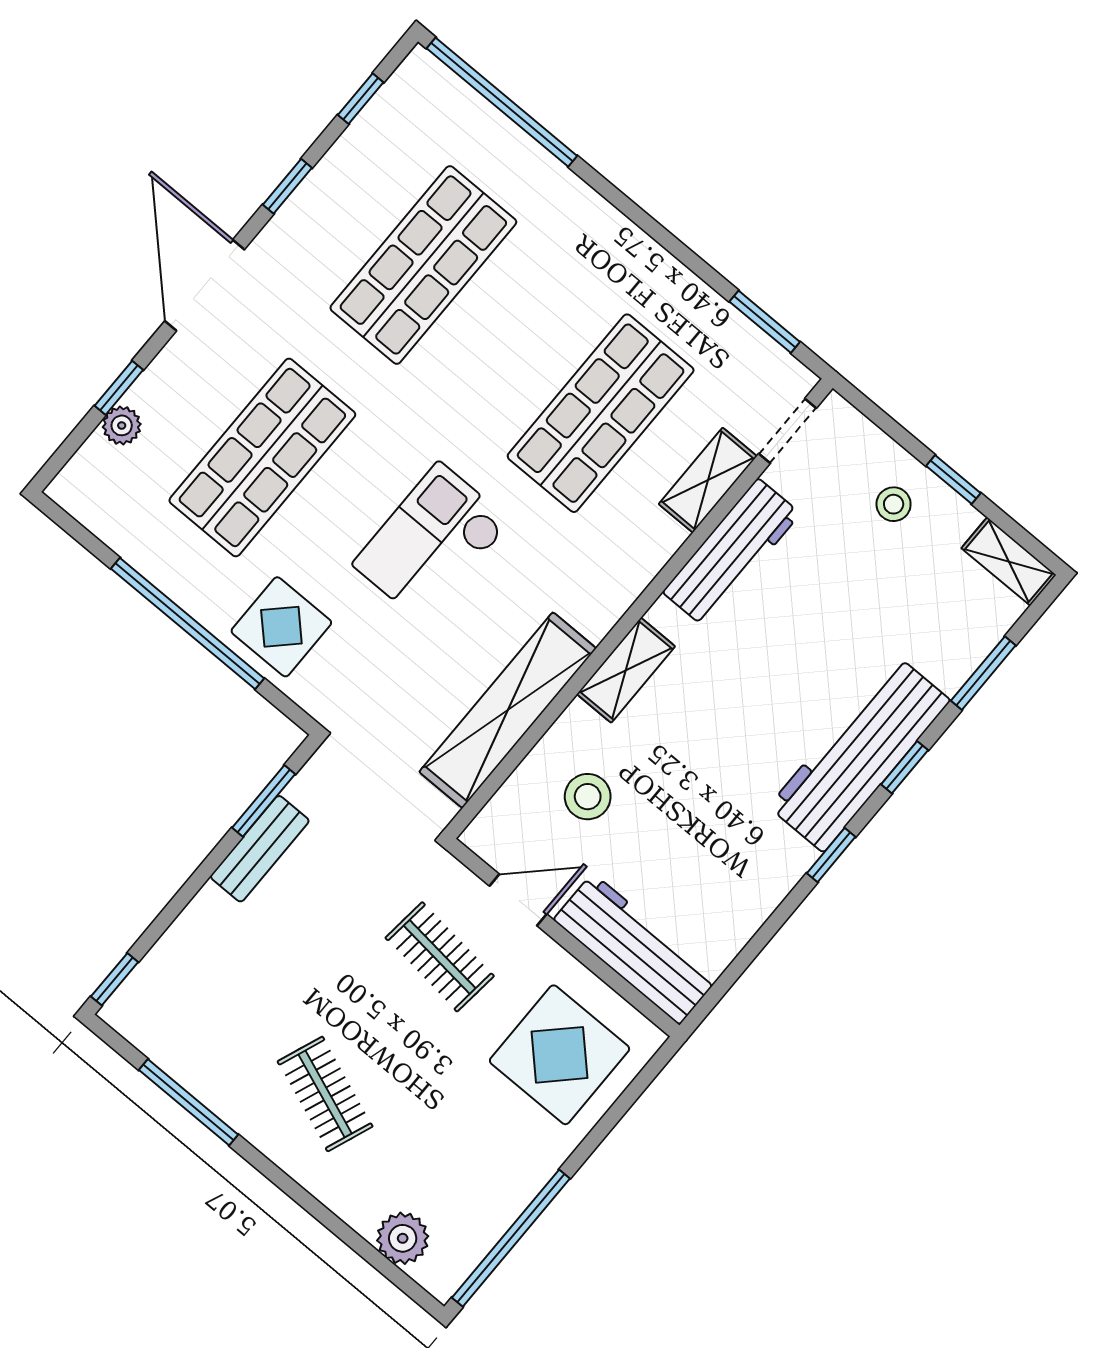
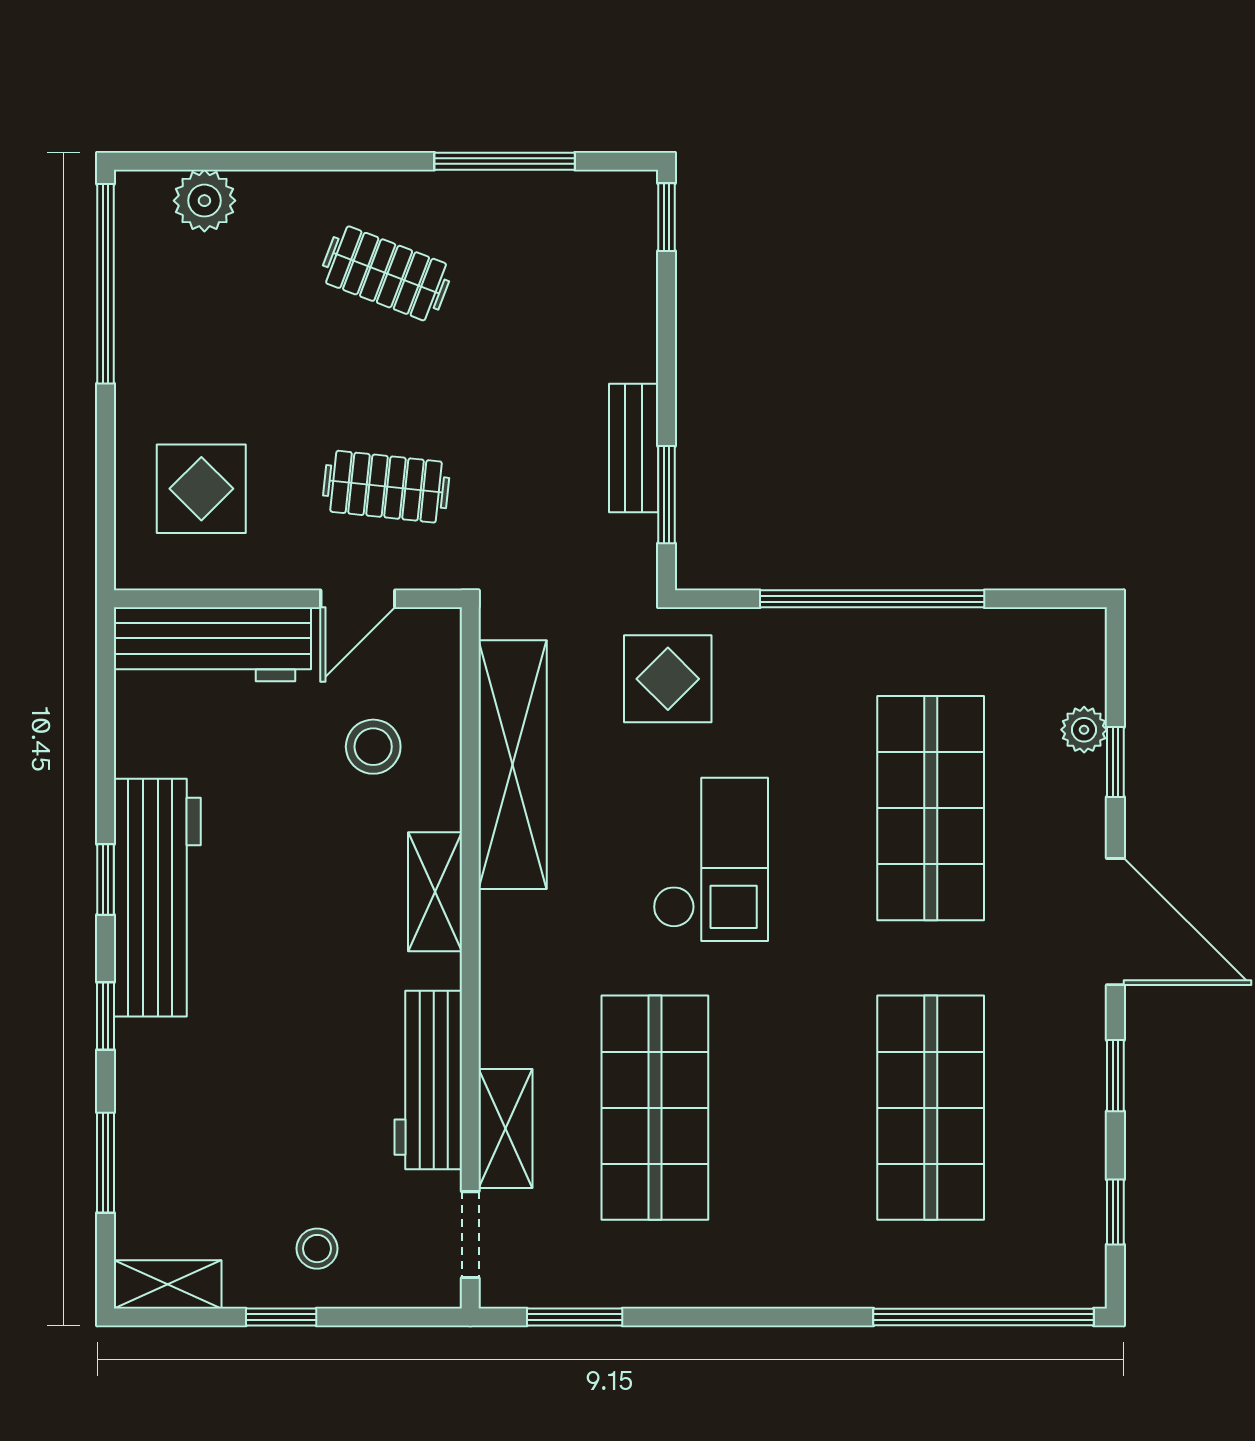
display table: (281, 627) -> (668, 679), moved
workbench: (859, 754) -> (157, 898), moved
display table: (560, 1055) -> (201, 489), width x0.73, depth x0.73

